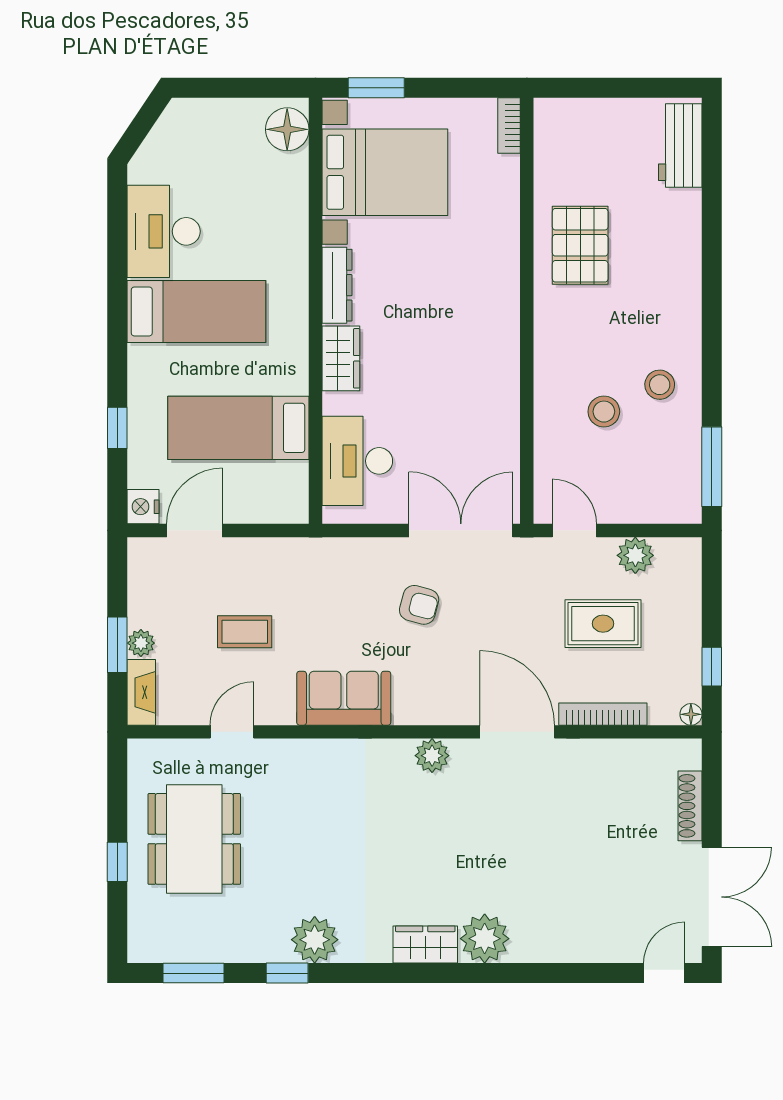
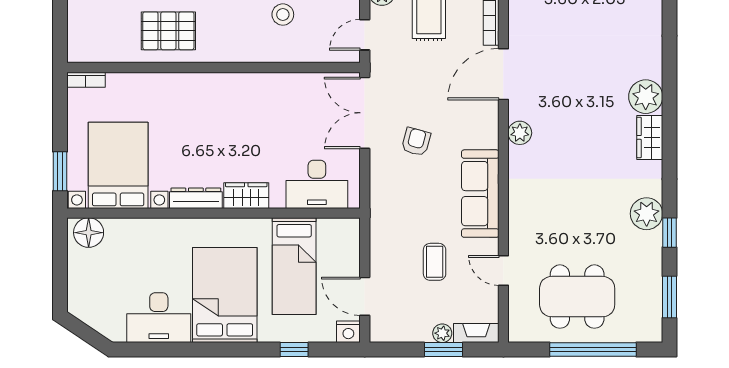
bed: (196, 311) -> (225, 295), width x1.50
sofa: (344, 698) -> (480, 194), width x1.36
window: (117, 862) -> (593, 350), width x3.17

